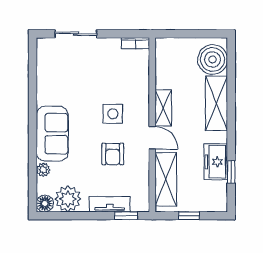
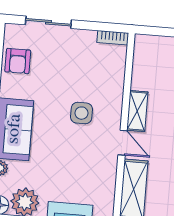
armchair: (113, 154) -> (18, 61), moved

